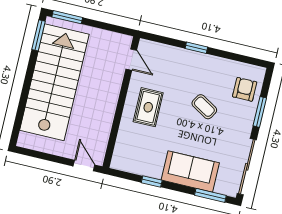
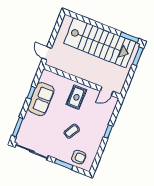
rug: (148, 107) -> (76, 97), turned 90
door: (84, 165) -> (47, 53), swing flipped
sofa: (190, 171) -> (41, 99), moved

